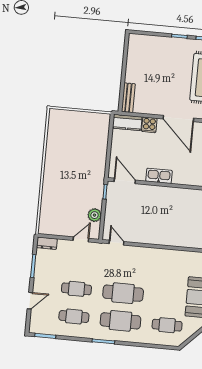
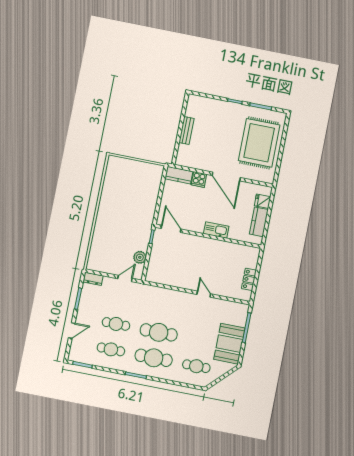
bench: (128, 98) -> (187, 130), moved
kitchen sink: (159, 176) -> (216, 230), moved
door: (117, 243) -> (204, 294), moved

